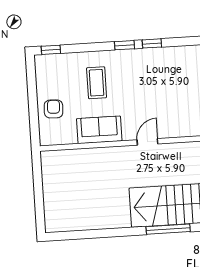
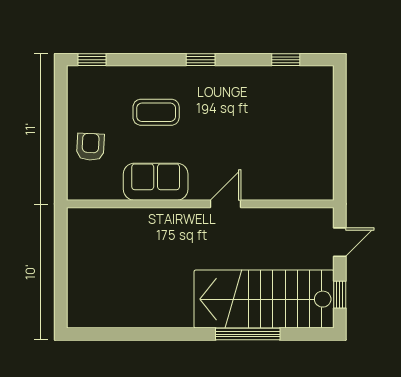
window: (152, 43) -> (286, 60), moved
coffee table: (97, 83) -> (156, 112), turned 90

